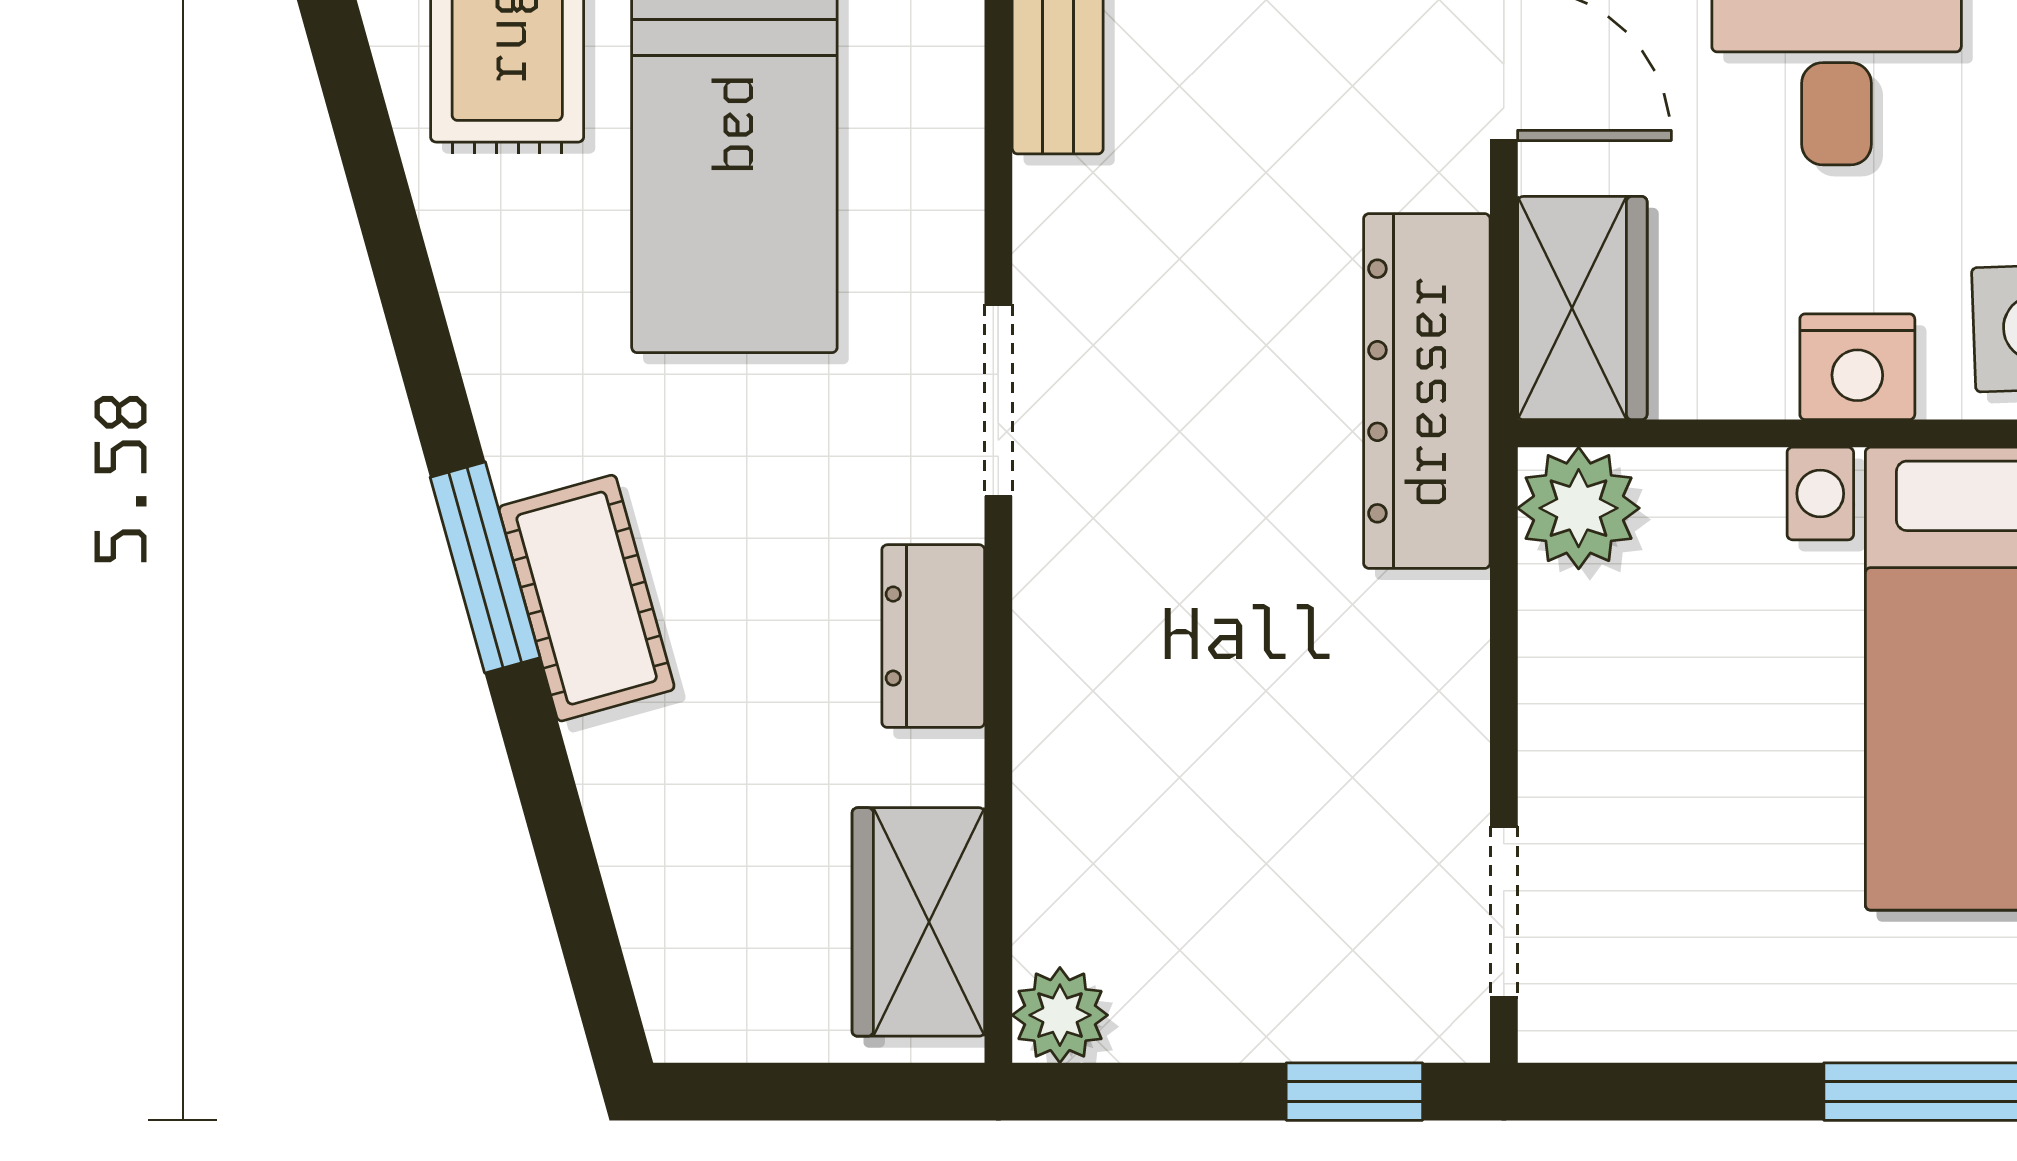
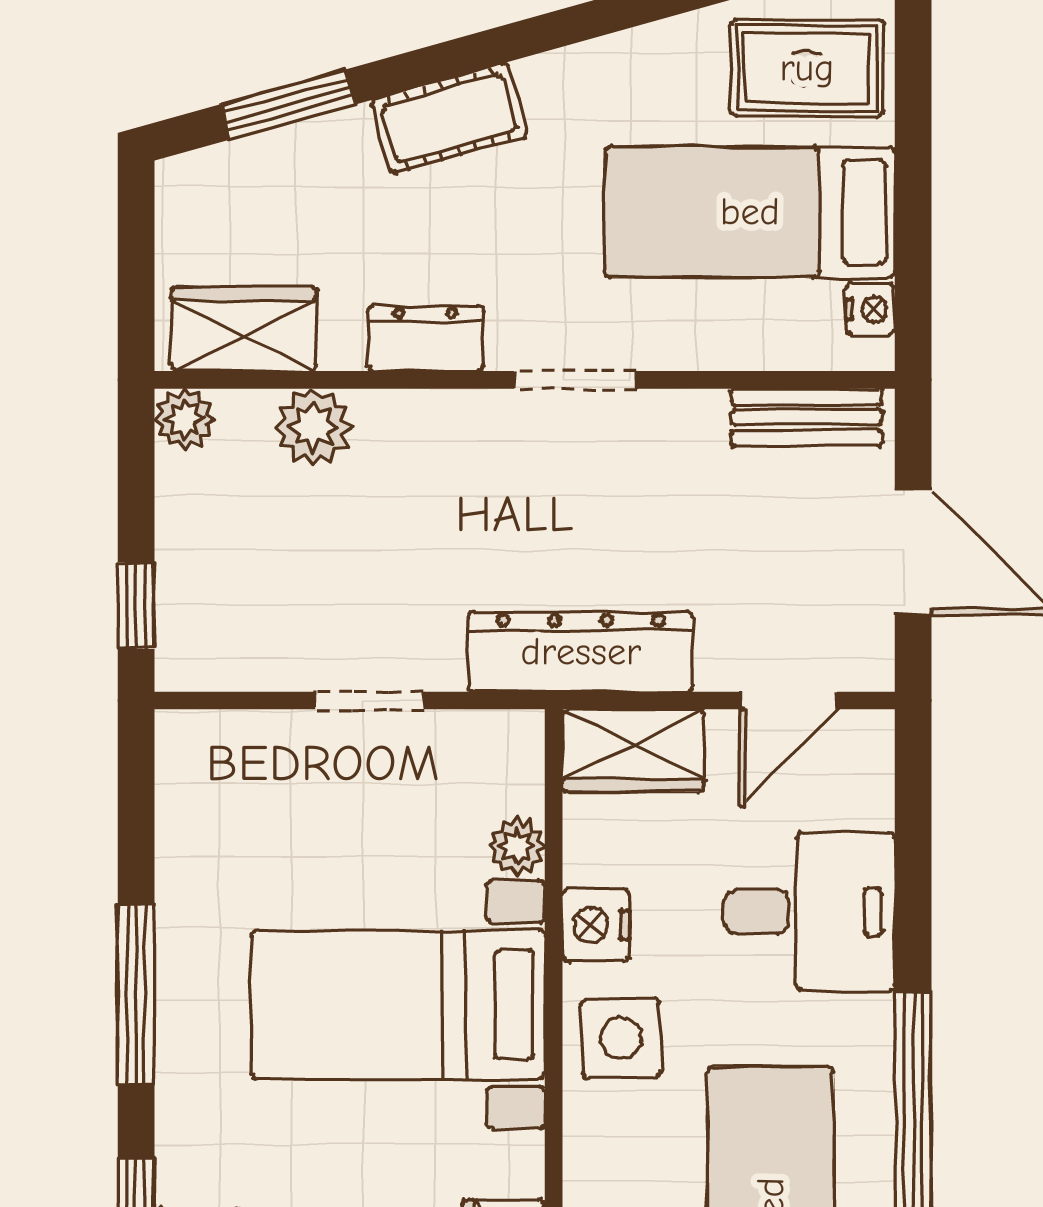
plant: (1579, 508) -> (517, 846), moved, width x0.73, depth x0.73
window: (485, 567) -> (288, 104), moved
plant: (1073, 812) -> (313, 427), added
doorway: (1504, 912) -> (369, 701), moved

